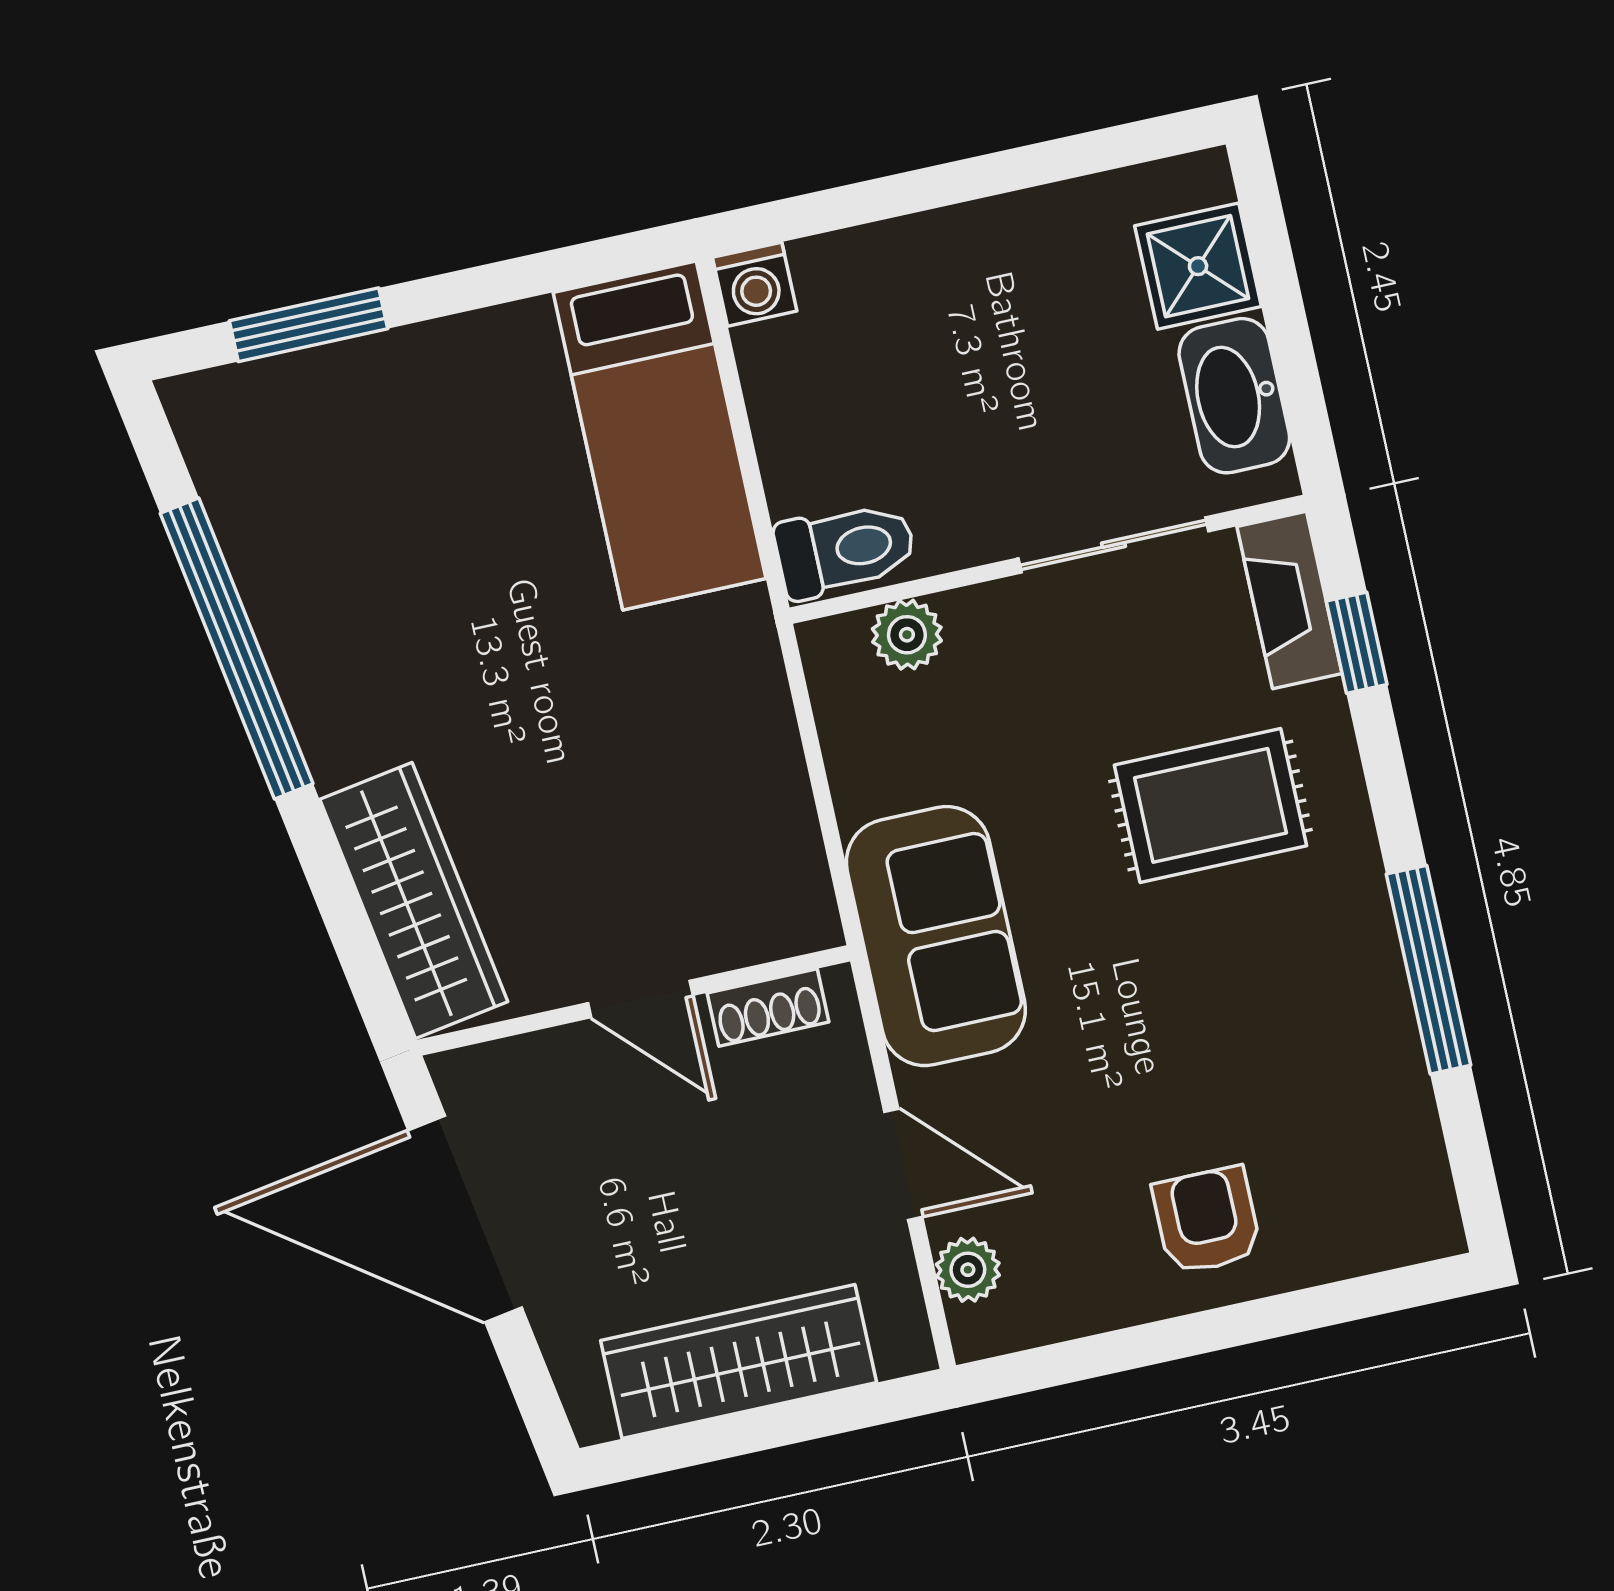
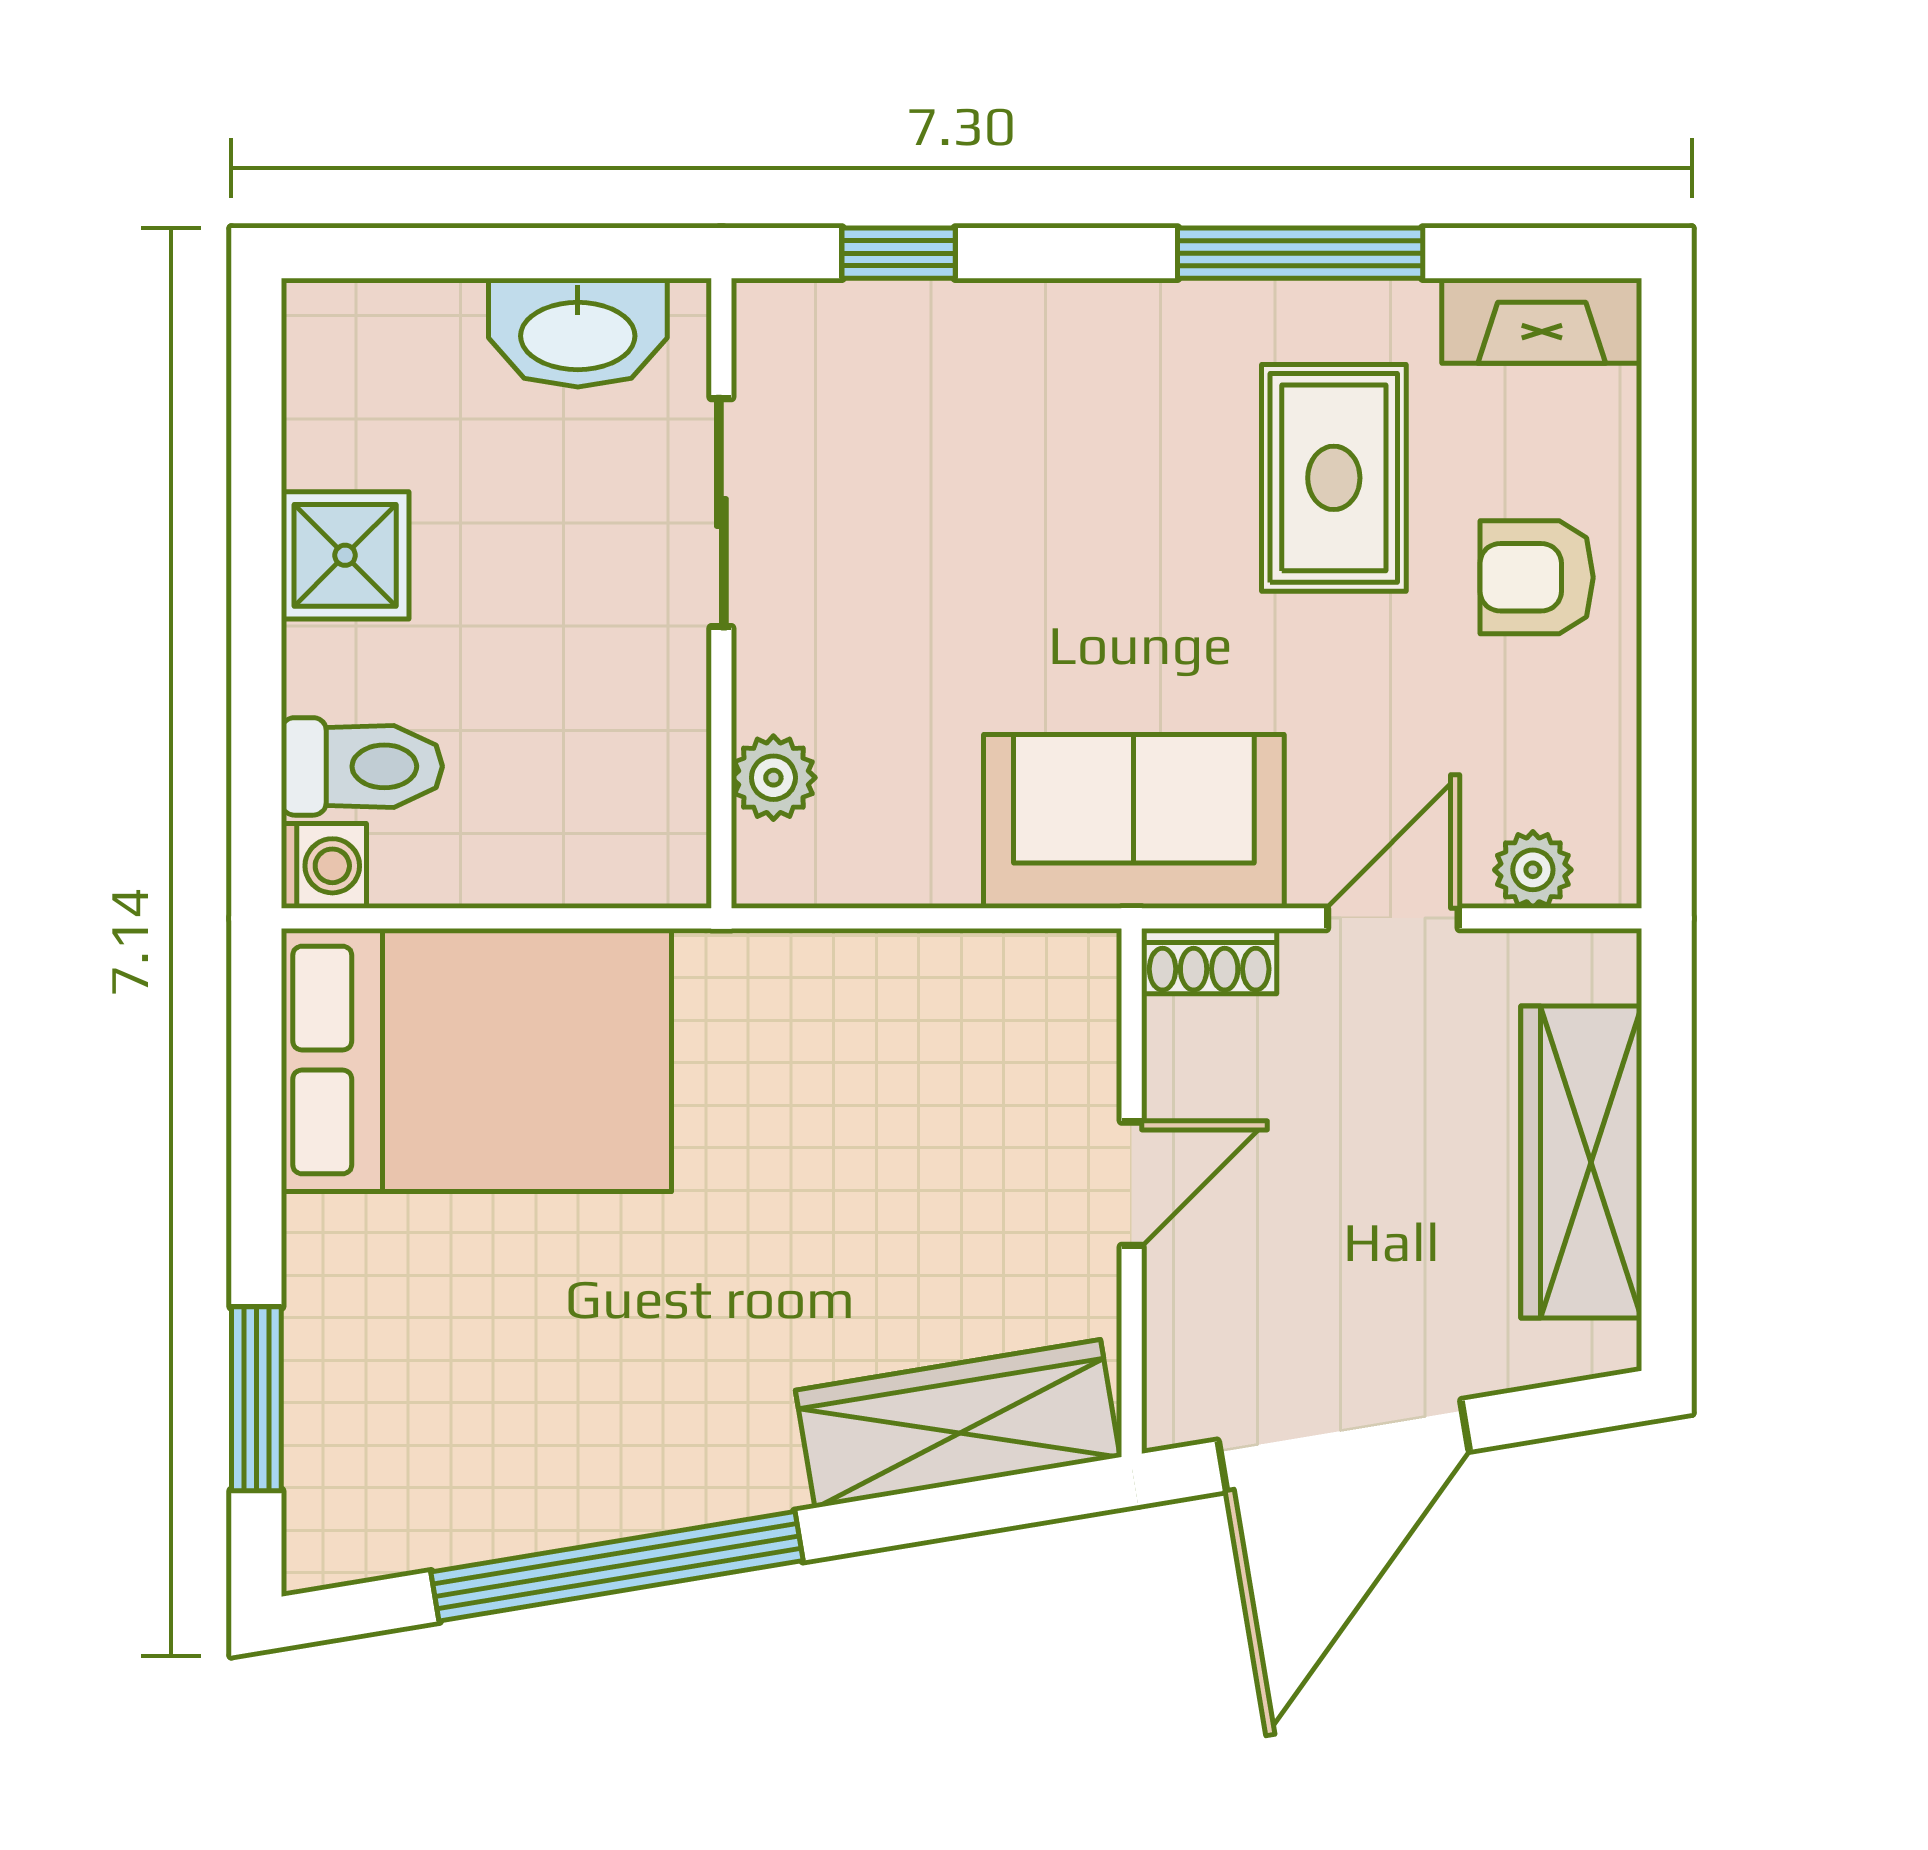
shower: (1198, 266) -> (345, 555), moved
bed: (660, 435) -> (476, 1060), width x1.50
toilet: (845, 549) -> (362, 766), moved, turned 90
fireplace: (1289, 600) -> (1542, 321), moved
rug: (1210, 805) -> (1334, 478), moved
shoe rack: (768, 1008) -> (1209, 961), moved, turned 90

